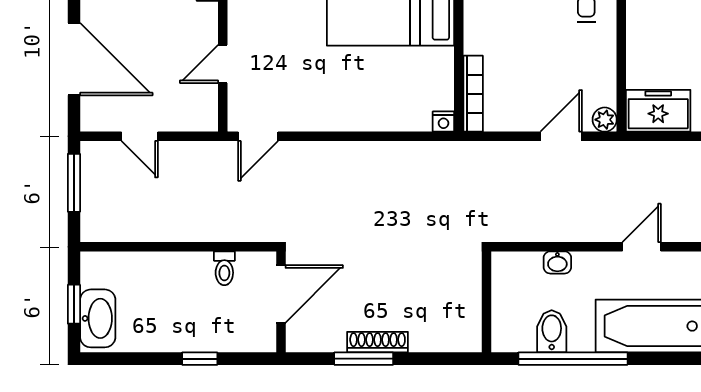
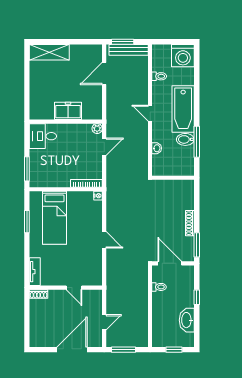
freezer: (658, 111) -> (68, 111), moved, turned 90
door: (258, 136) -> (104, 240), moved
door: (561, 136) -> (104, 147), swing flipped
washbasin: (98, 318) -> (187, 320), moved, turned -90
bidet: (552, 331) -> (185, 139), moved
window: (364, 359) -> (197, 245), moved
window: (573, 359) -> (197, 142), width x0.68

